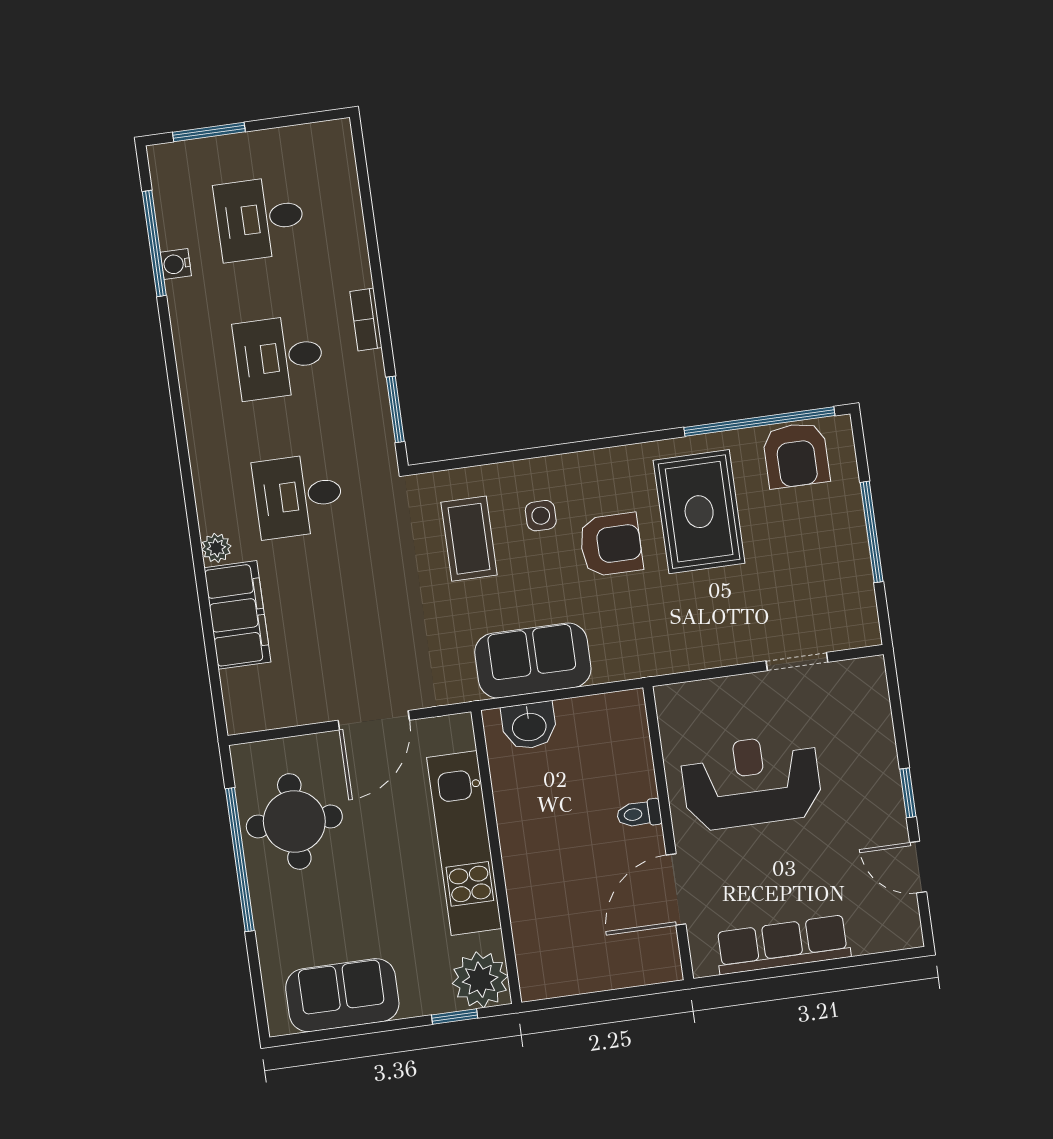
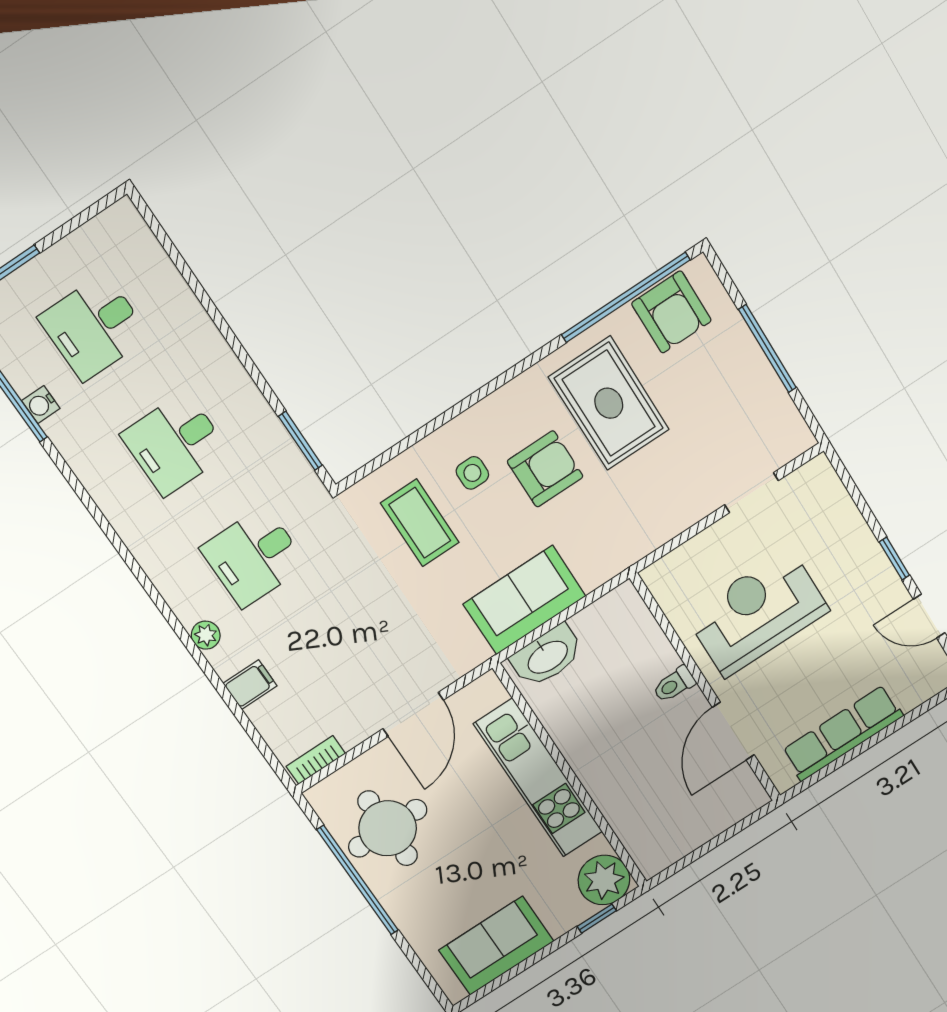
bookcase: (366, 320) -> (316, 760), moved, turned 90
filing cabinet: (237, 615) -> (250, 685), width x0.33, depth x0.86
washbasin: (529, 726) -> (547, 656), width x1.38

